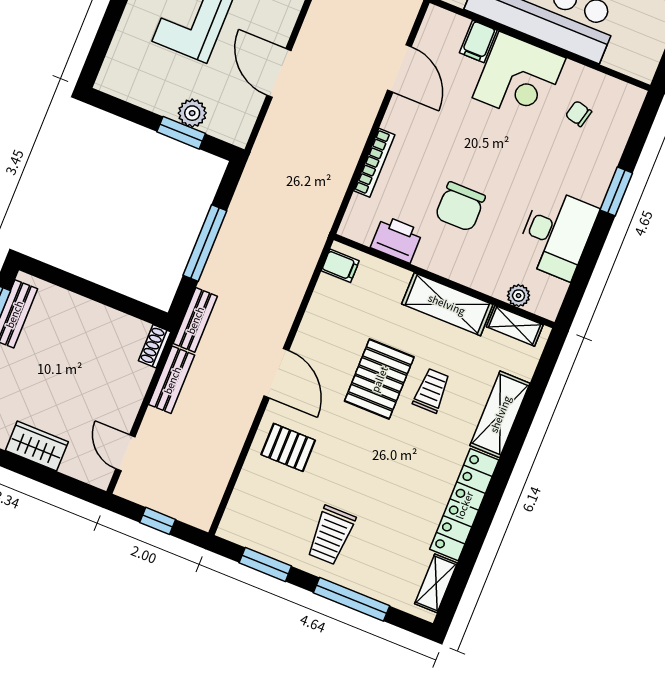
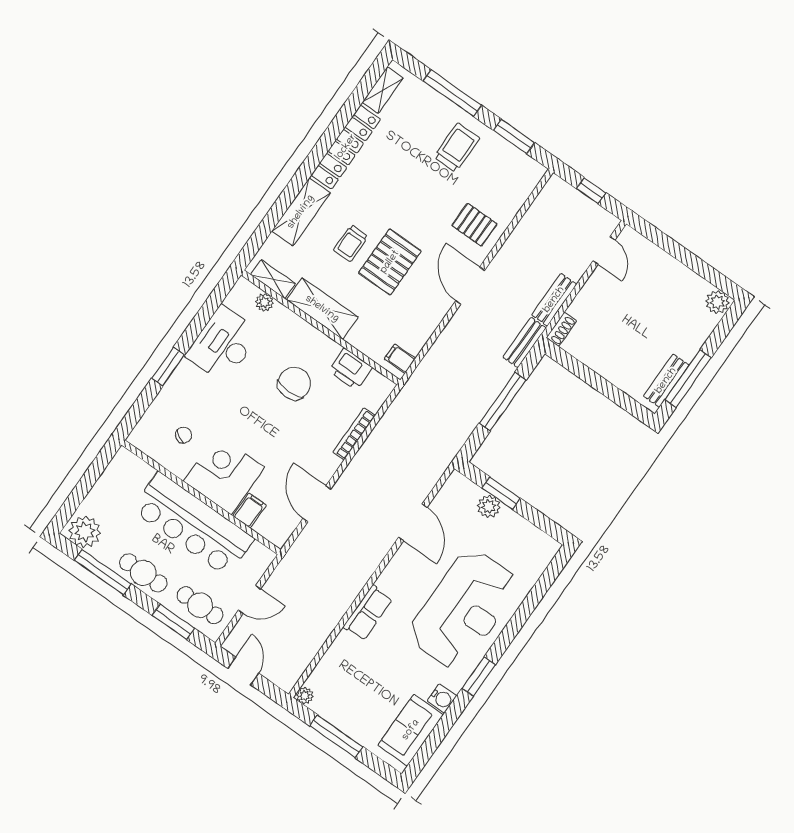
chair: (579, 114) -> (184, 435), turned -73
wardrobe: (37, 446) -> (673, 272), removed

